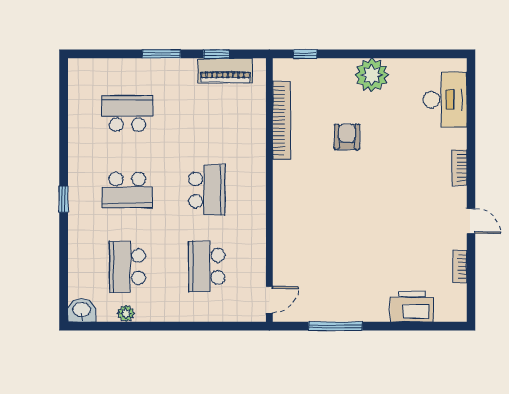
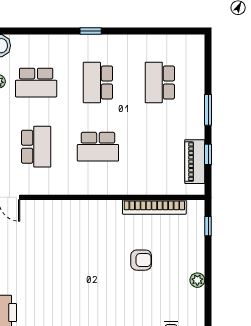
plant: (372, 75) -> (197, 280), width x0.53, depth x0.53
school desk: (127, 113) -> (160, 83), turned 180
school desk: (127, 267) -> (36, 83), turned 180
school desk: (207, 267) -> (36, 147), turned 90

